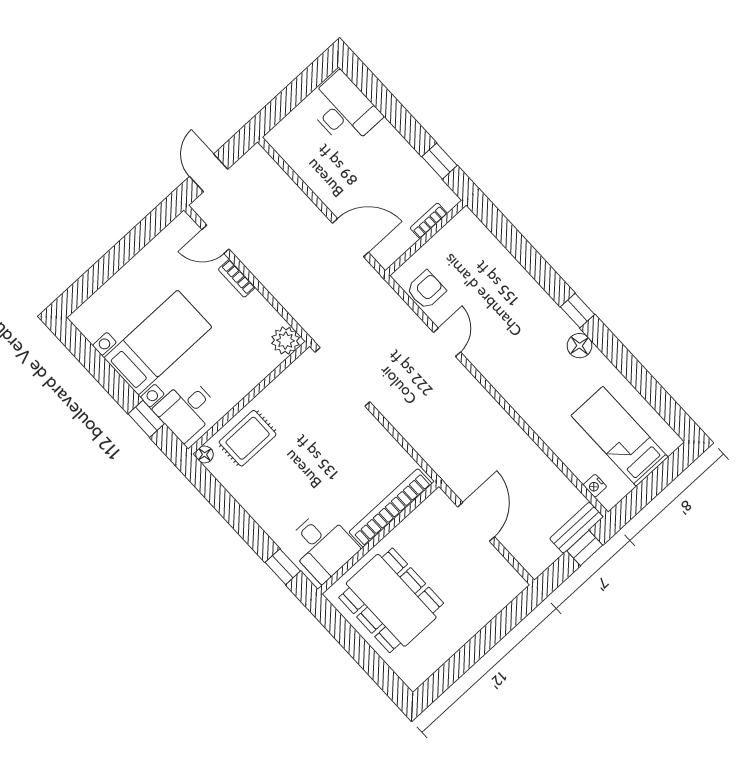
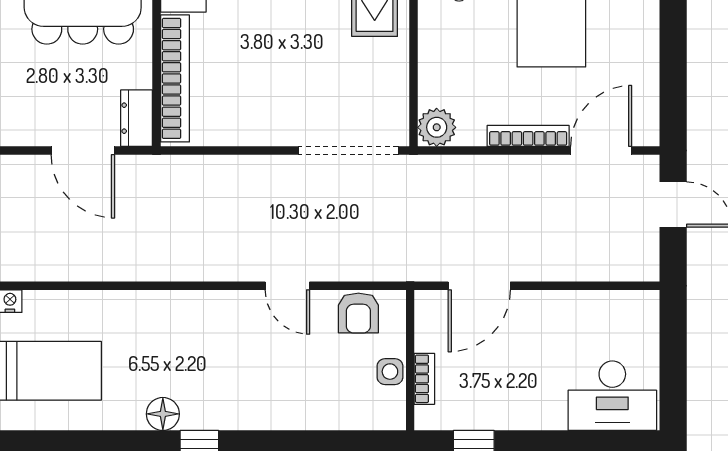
door: (215, 239) -> (601, 150), width x1.38
side table: (442, 243) -> (390, 372), added
bookcase: (237, 278) -> (528, 136), width x1.56
dresser: (431, 509) -> (137, 118), added

